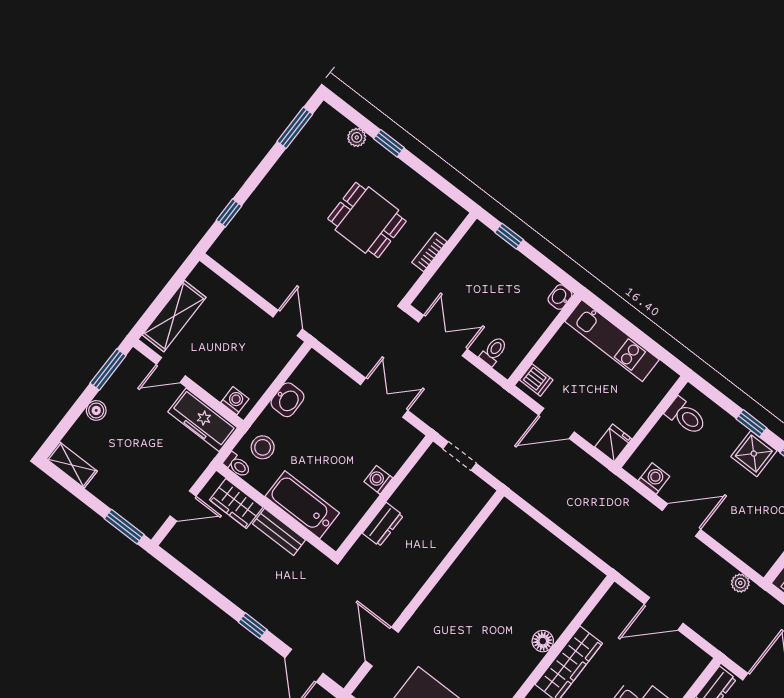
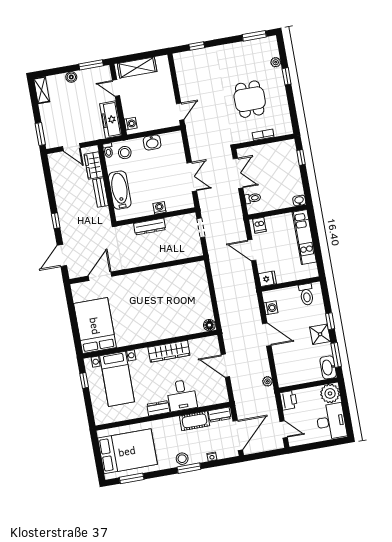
dresser: (383, 524) -> (150, 227), width x1.44
floor lamp: (543, 641) -> (209, 325), moved

